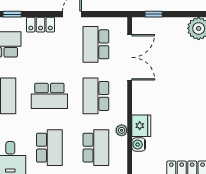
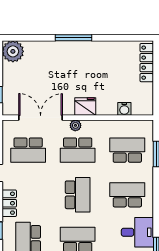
fridge: (141, 126) -> (85, 107), moved
plant: (122, 130) -> (75, 125), moved

